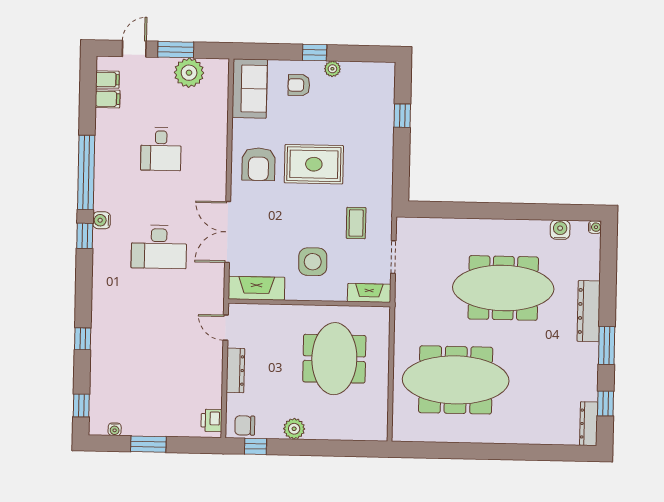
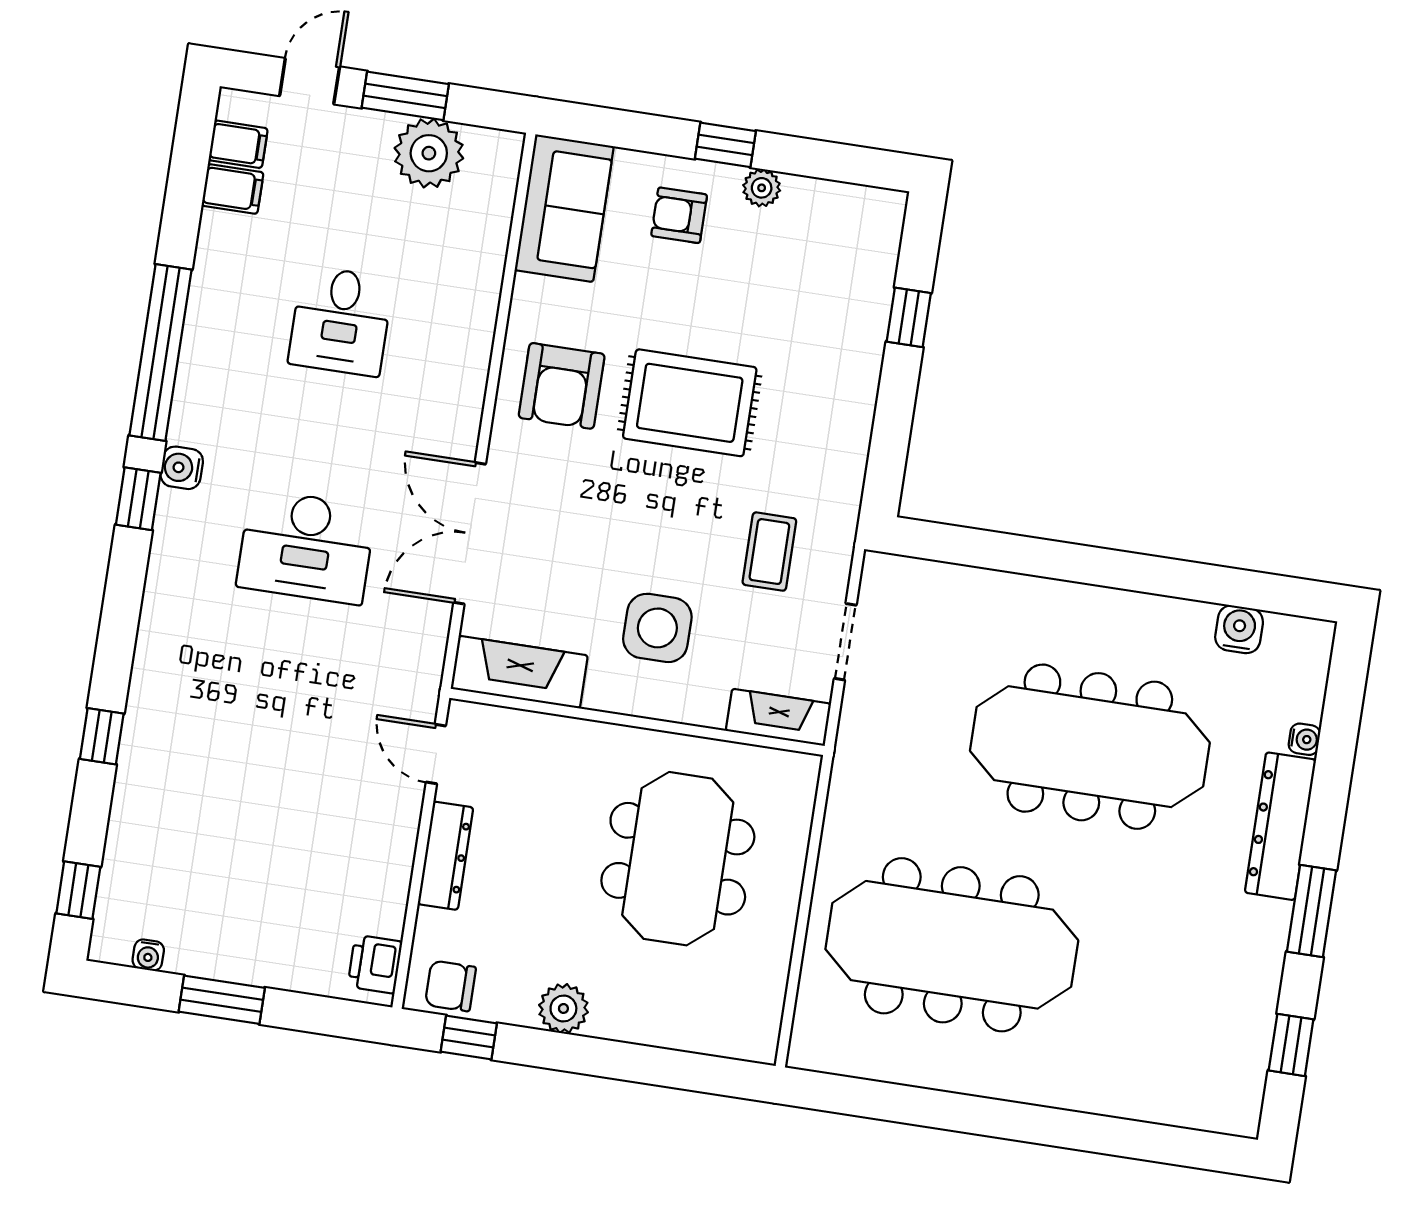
water cooler: (595, 227) -> (1304, 739), moved
dresser: (589, 424) -> (1246, 1086), removed

